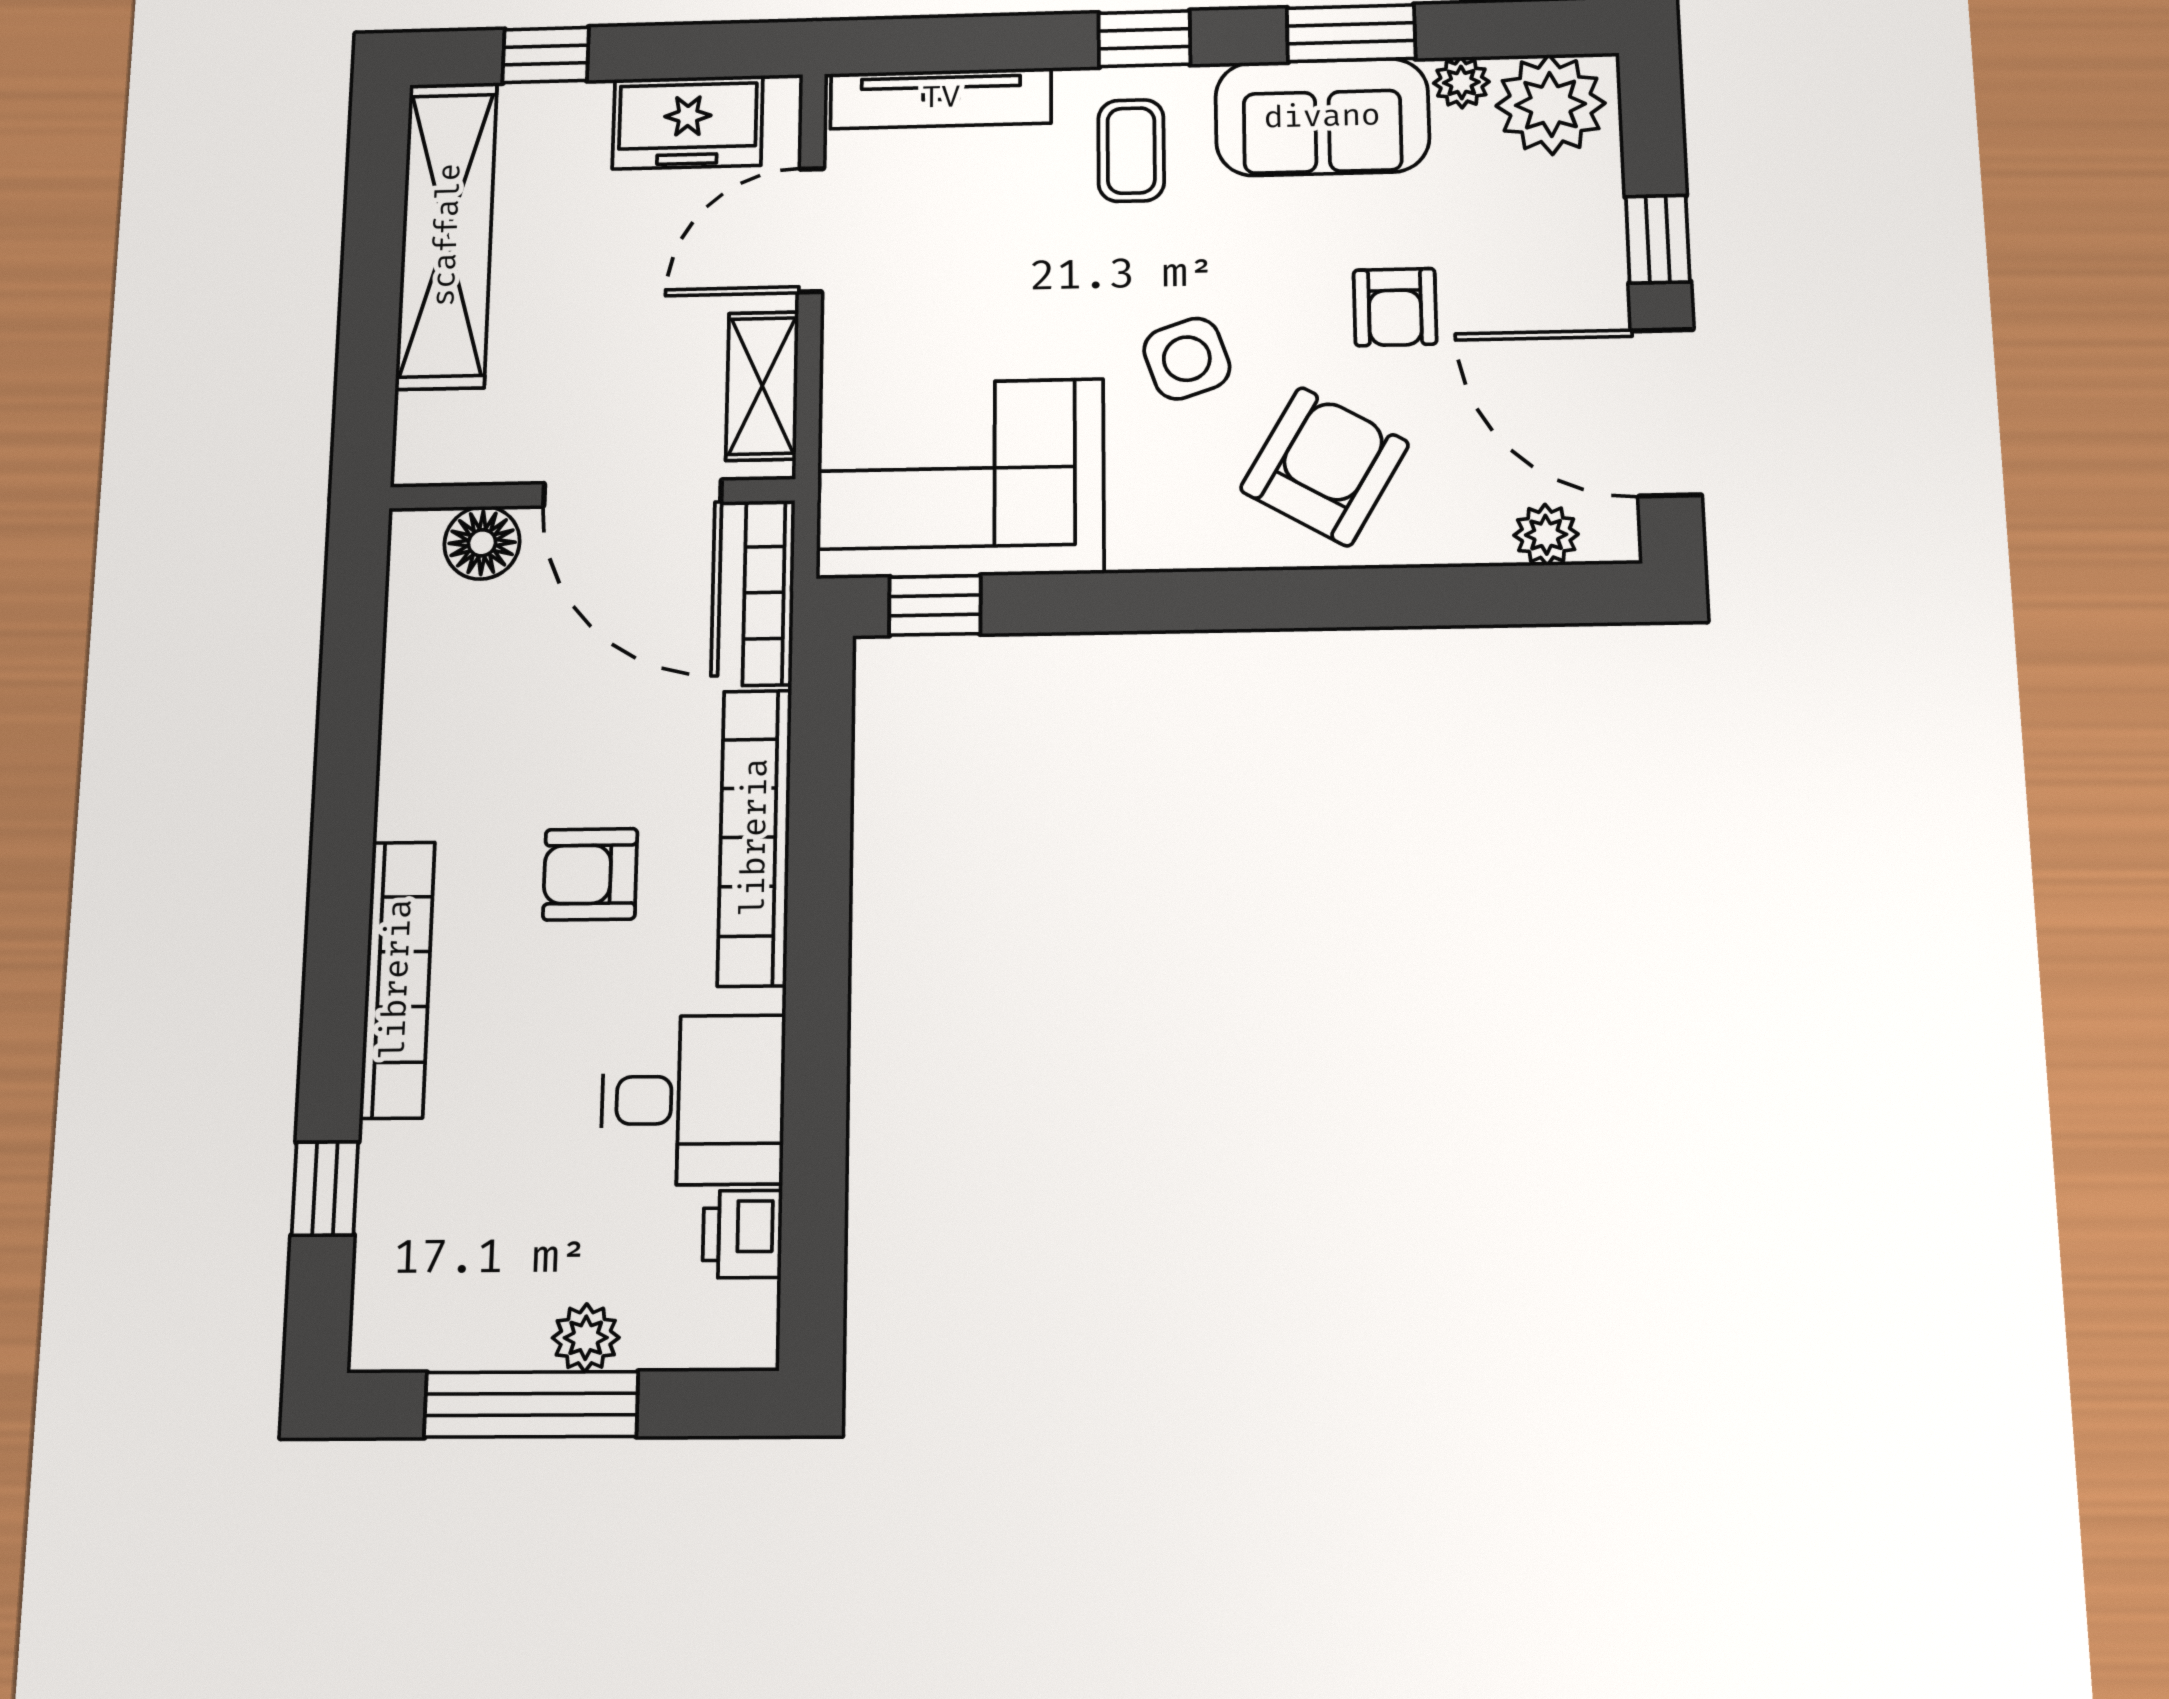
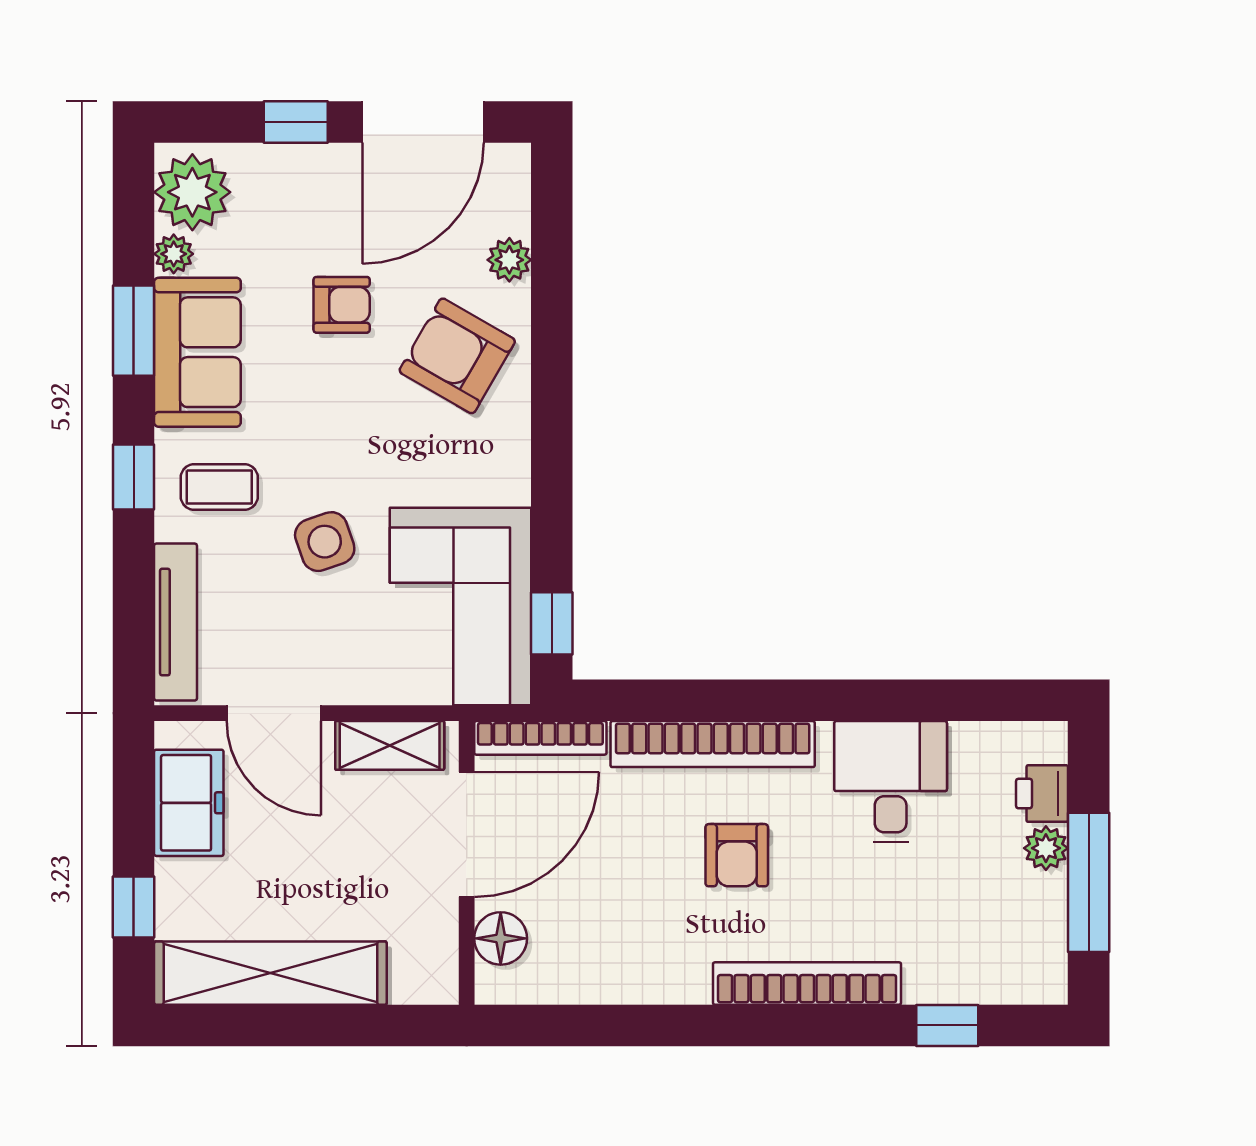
side table: (1187, 359) -> (325, 542), moved
plant: (1546, 535) -> (509, 260), moved
printer: (742, 1234) -> (1042, 794), moved, turned 90

